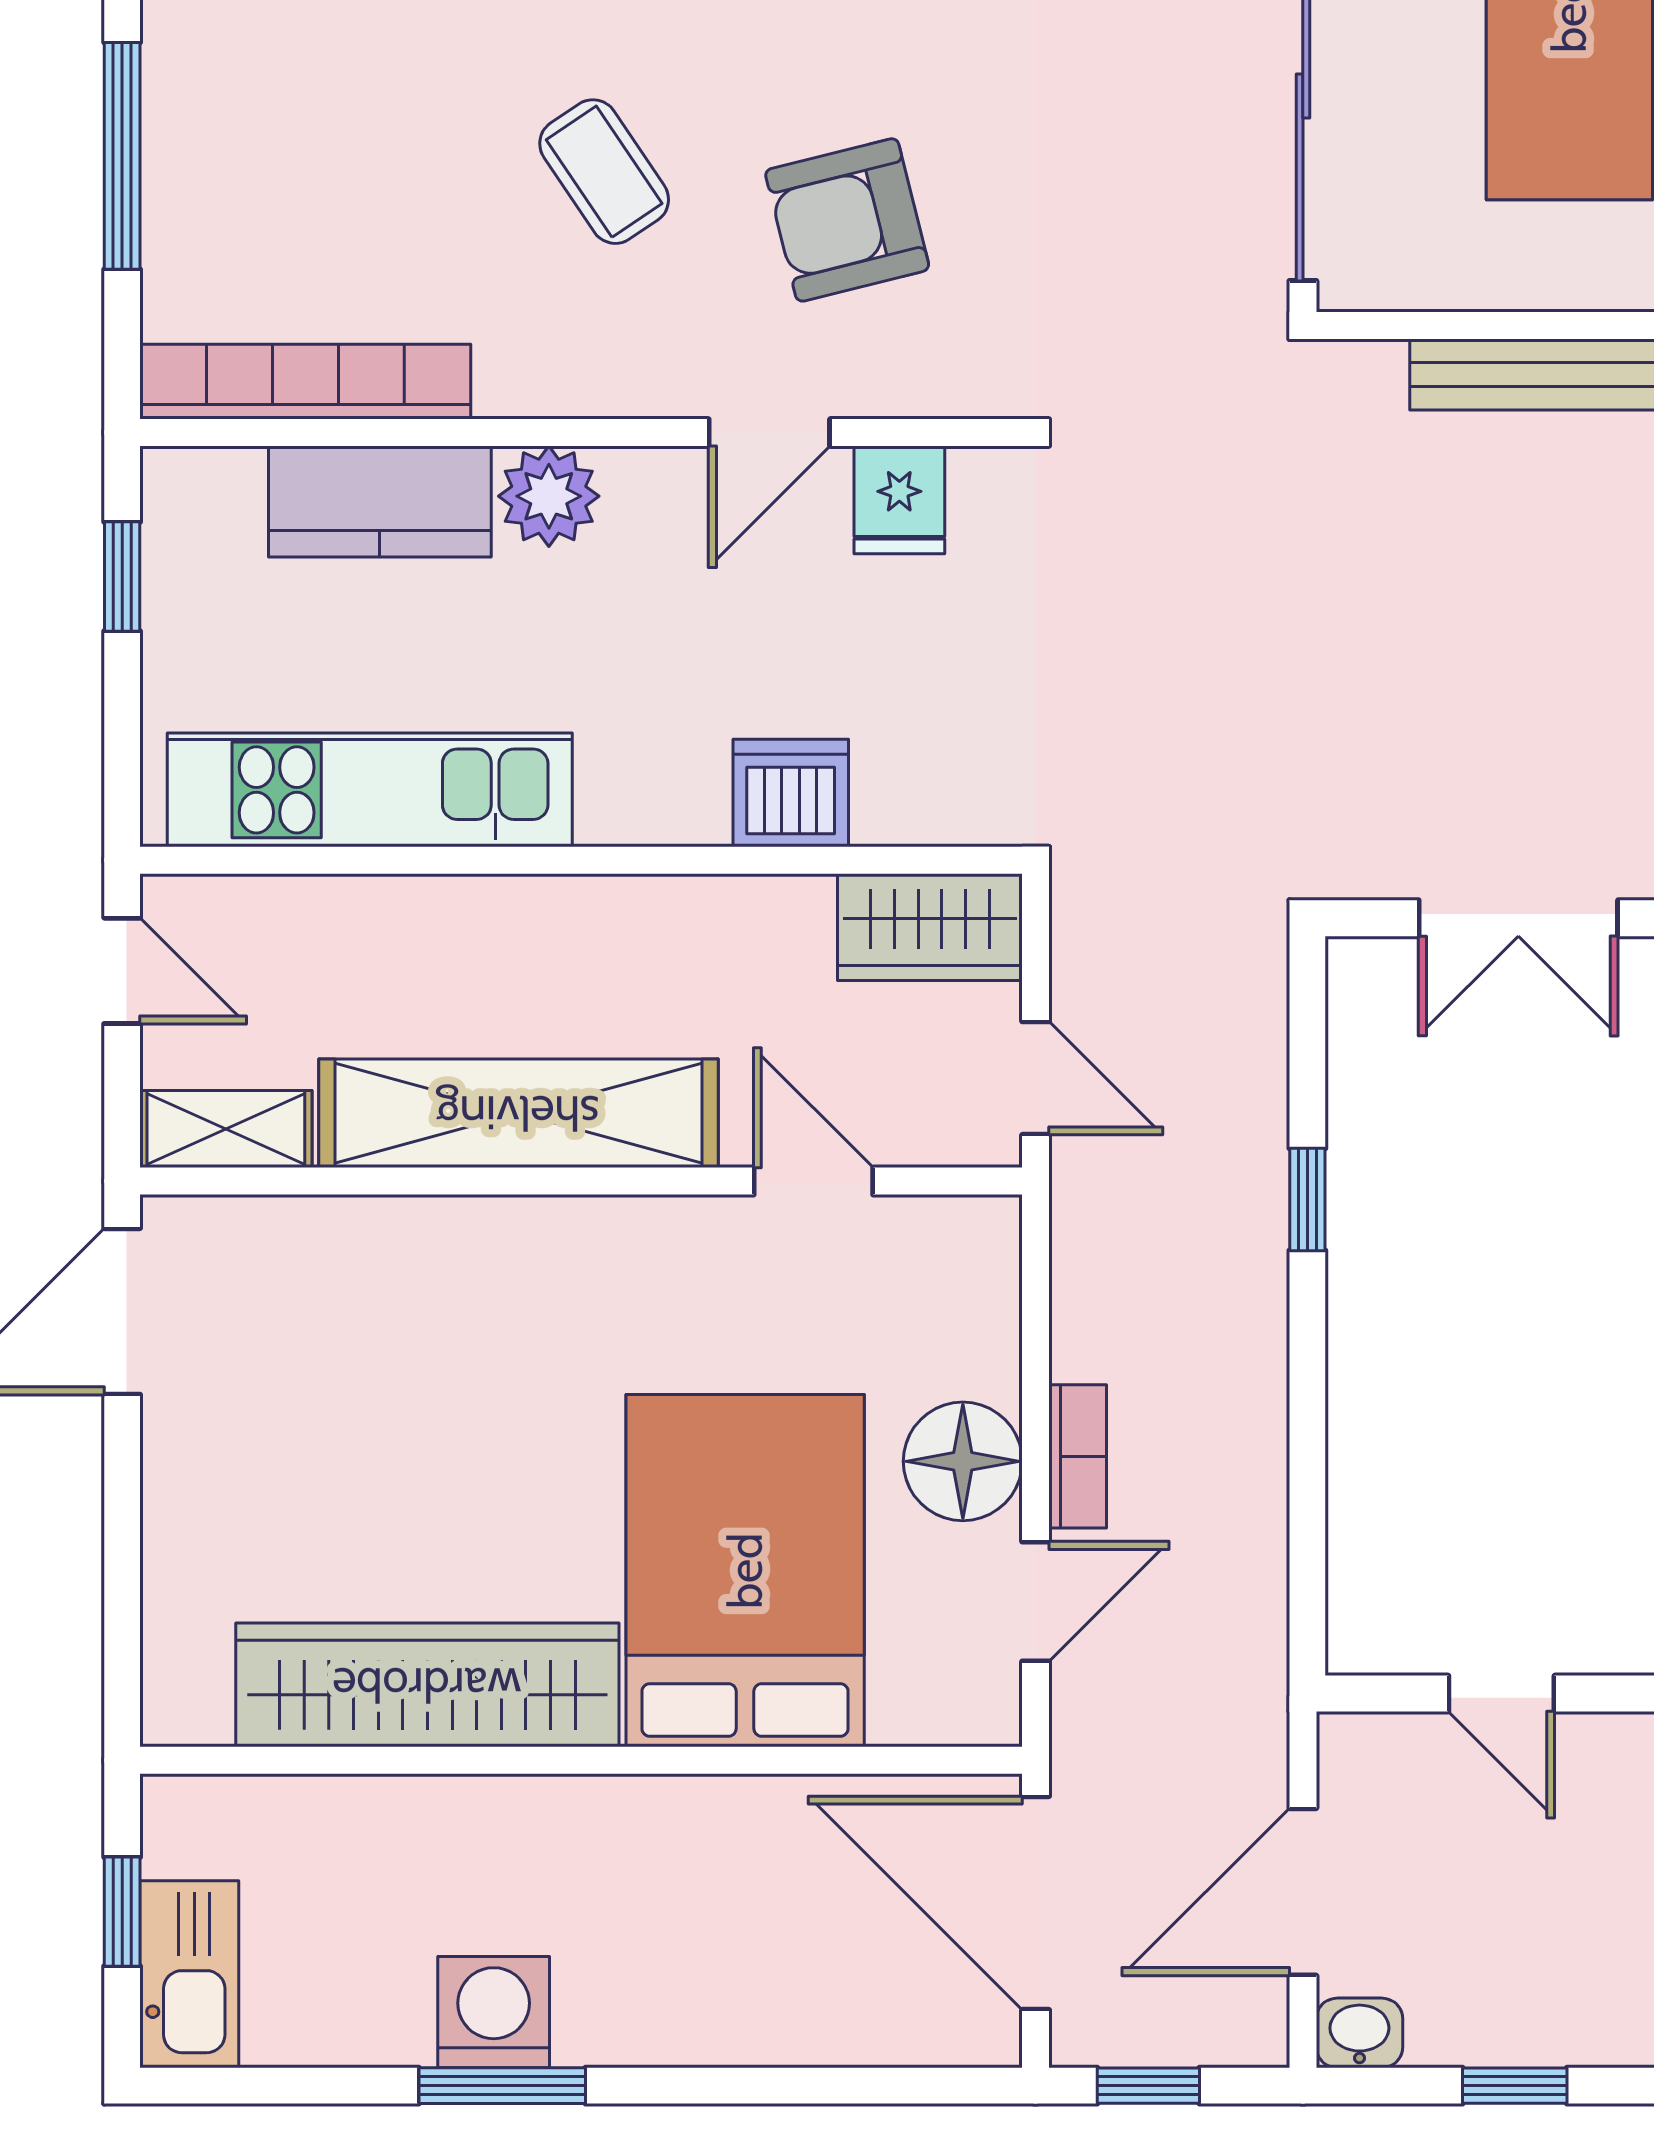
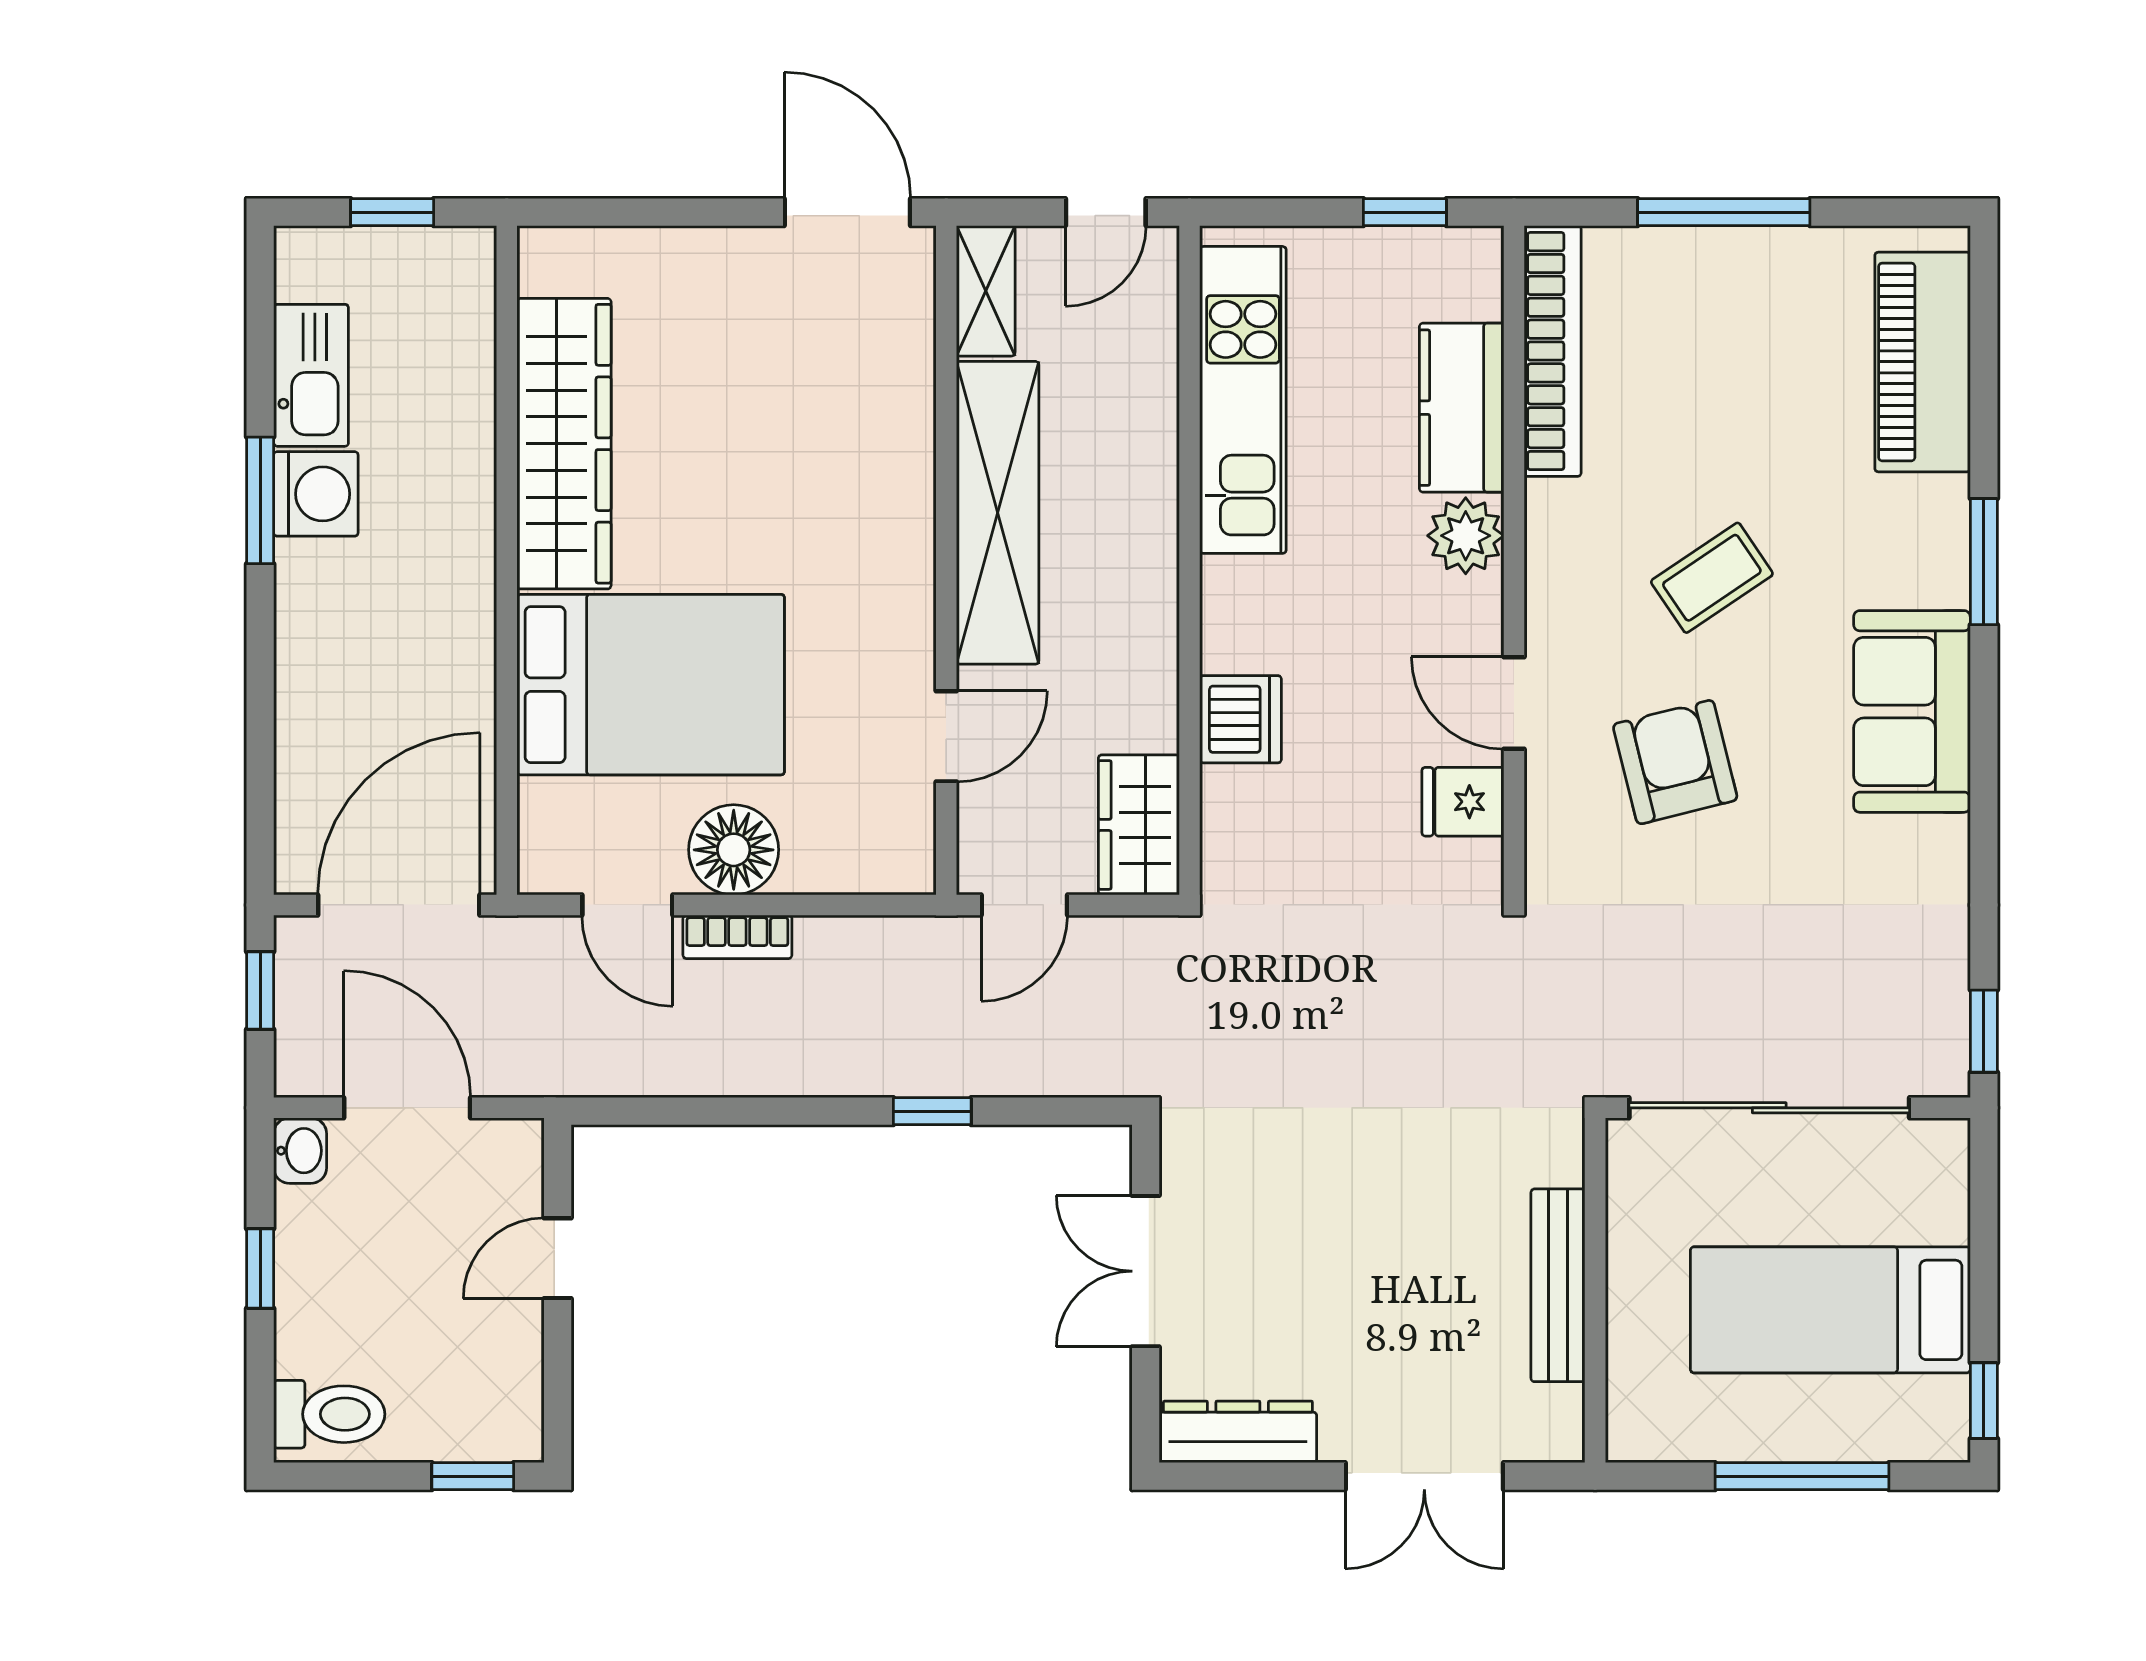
kitchen sink: (189, 1974) -> (311, 375), moved, turned -90

